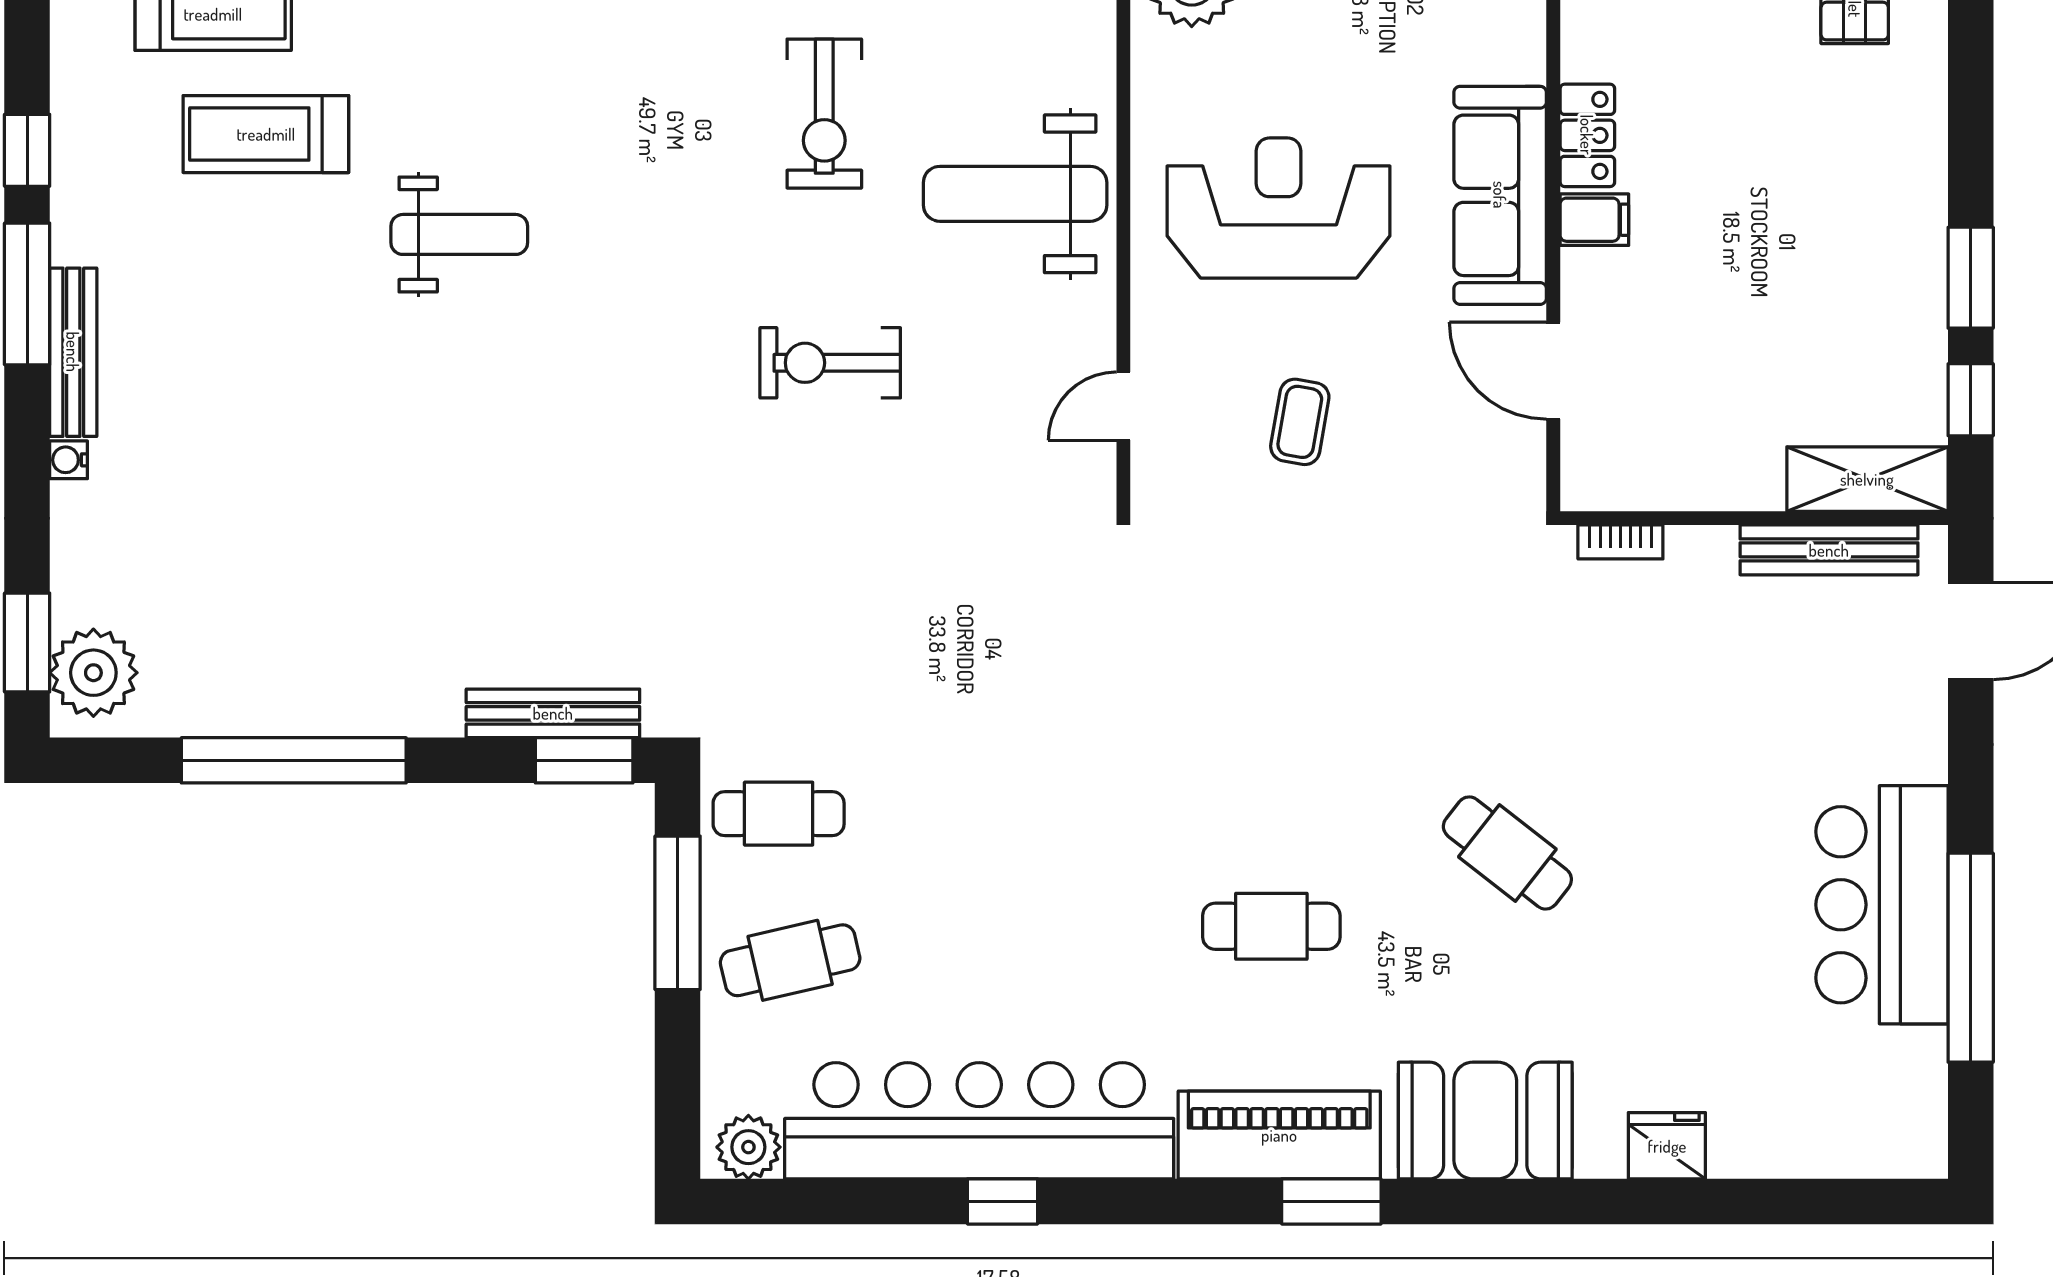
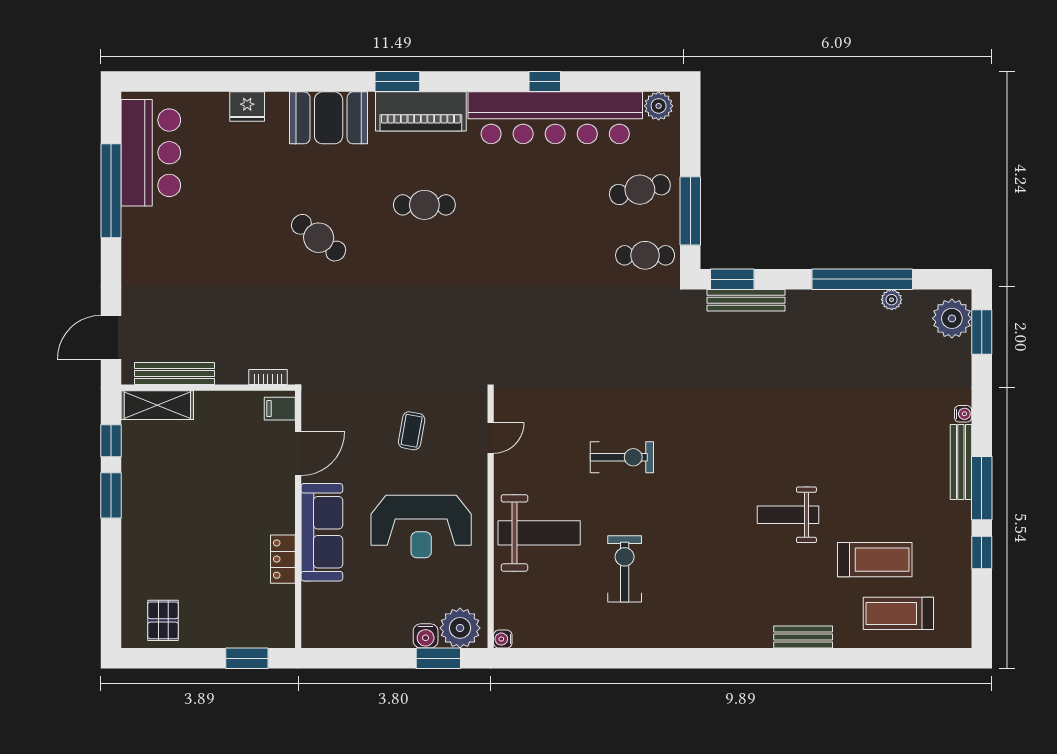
filing cabinet: (1594, 220) -> (280, 409), moved
door: (1553, 371) -> (298, 454), hinge flipped
plant: (228, 715) -> (892, 300), added
bar counter: (1882, 905) -> (151, 153), moved

